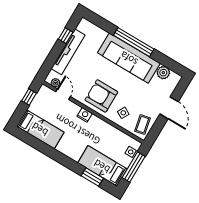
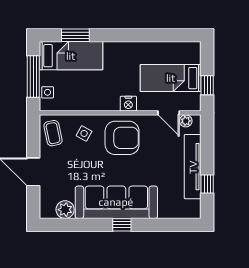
window: (134, 42) -> (122, 225), width x0.32
bed: (40, 129) -> (171, 78), moved

